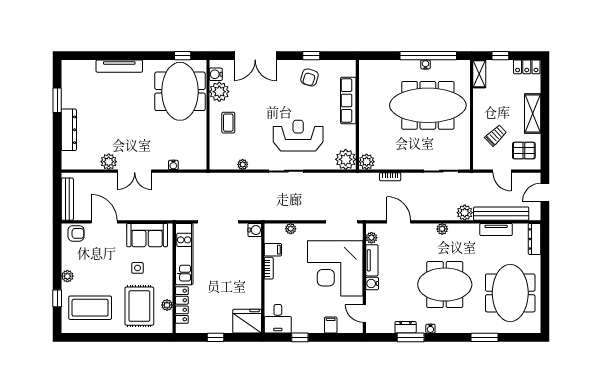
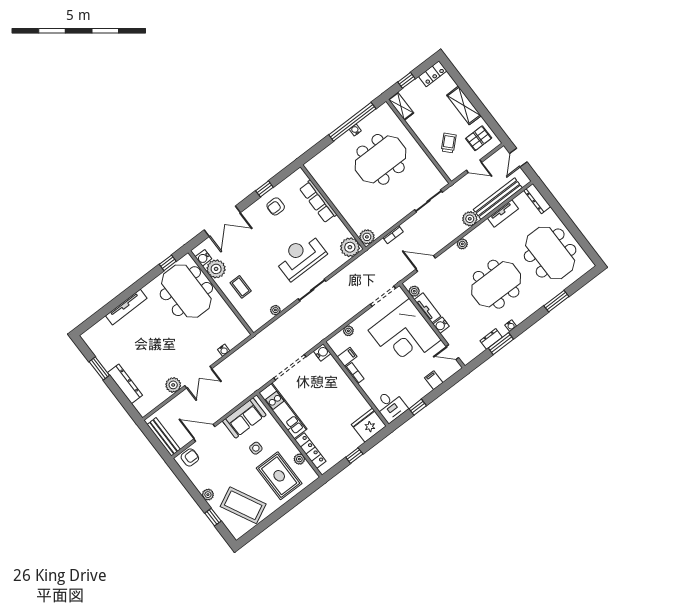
armchair: (309, 77) -> (276, 206), turned 73
meeting table: (428, 105) -> (381, 159), width x0.73
coffee table: (90, 308) -> (243, 505), turned 63

